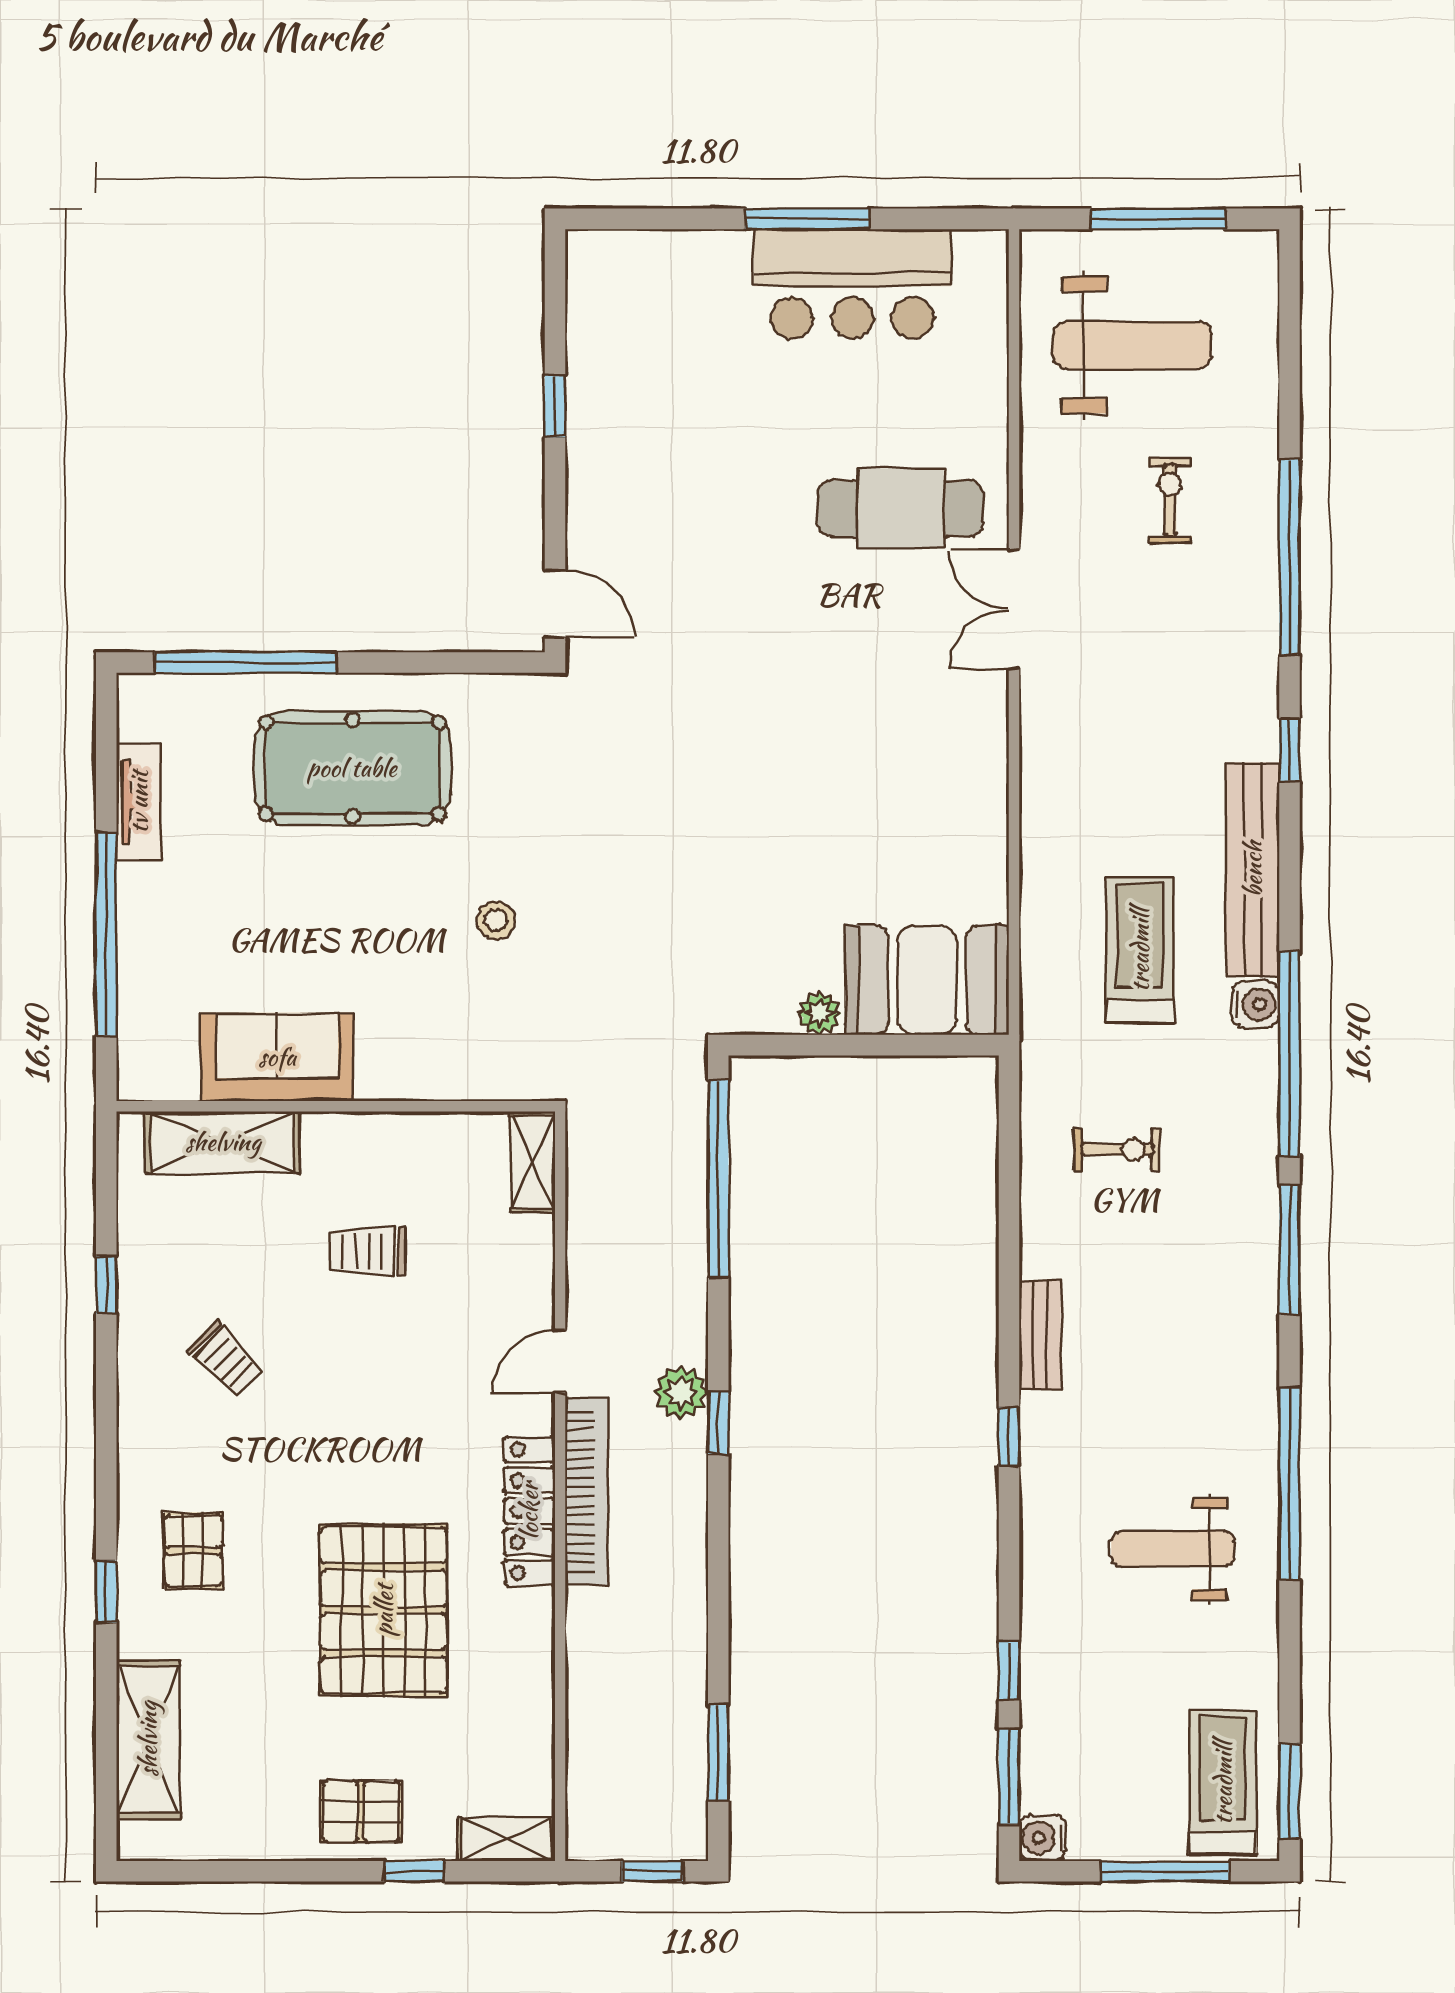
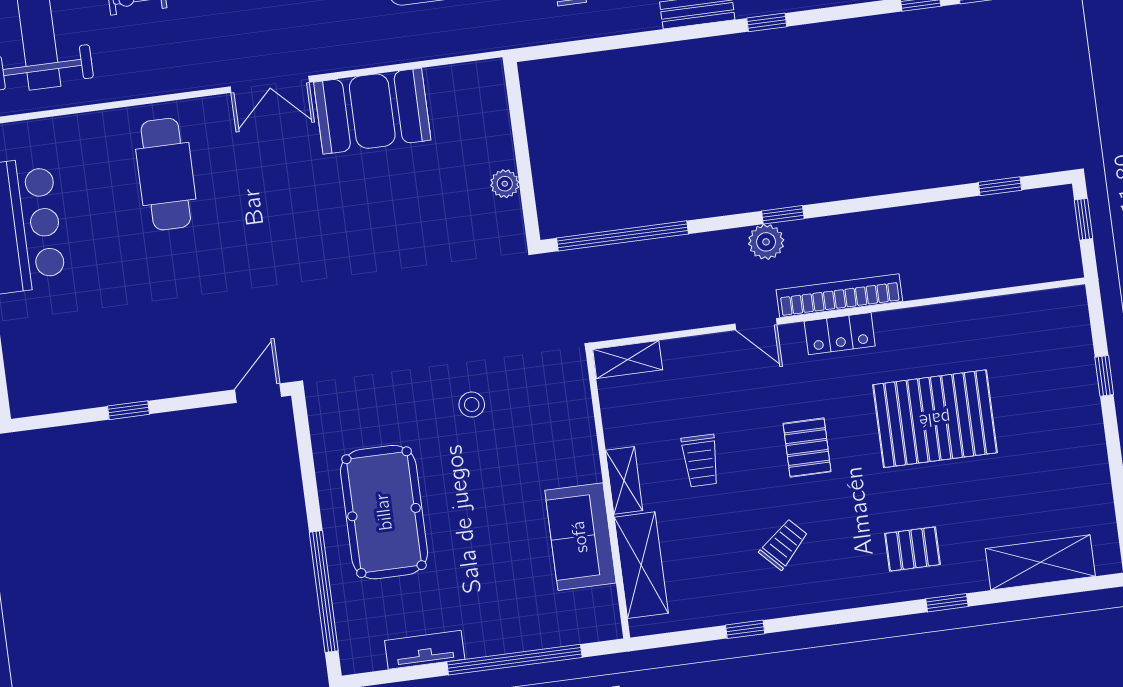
double door: (1014, 610) -> (270, 84), moved
booth: (927, 980) -> (372, 111), moved, turned 90
locker: (529, 1511) -> (840, 334), width x0.66
window: (718, 1753) -> (1000, 186), width x0.67
pallet: (361, 1811) -> (807, 448), moved
shelving: (506, 1839) -> (624, 480), moved

